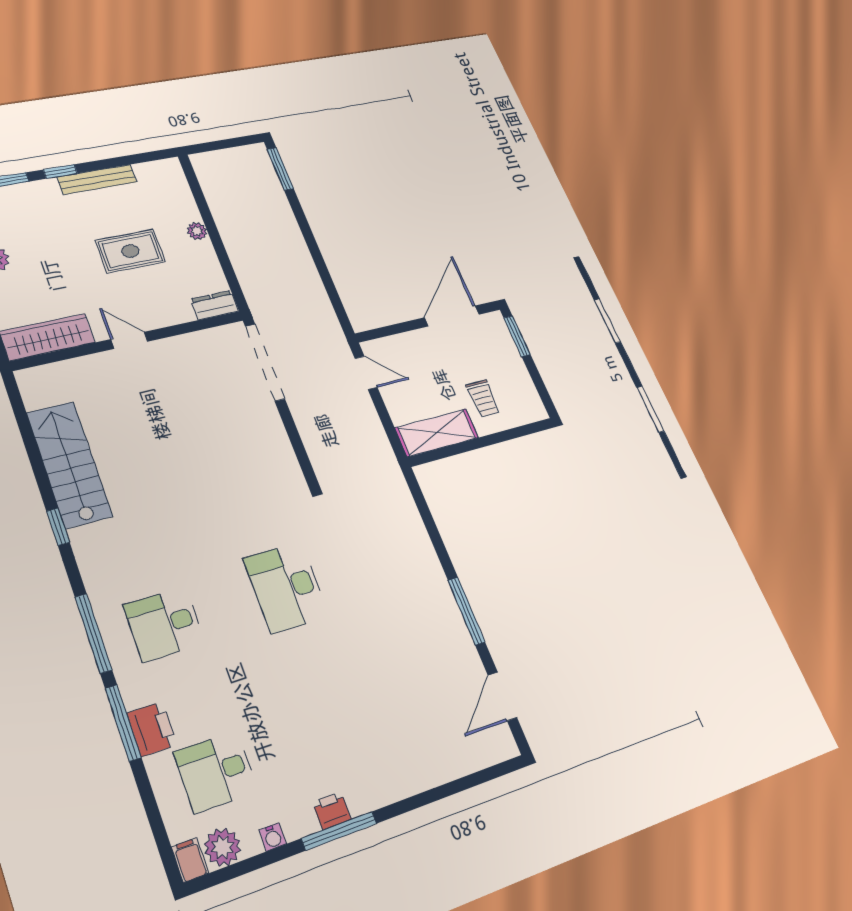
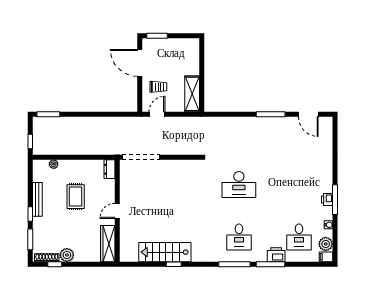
window: (213, 146) -> (30, 142), added
plant: (197, 231) -> (54, 164), moved
trolley: (483, 398) -> (158, 87), moved
window: (58, 527) -> (174, 264), moved

